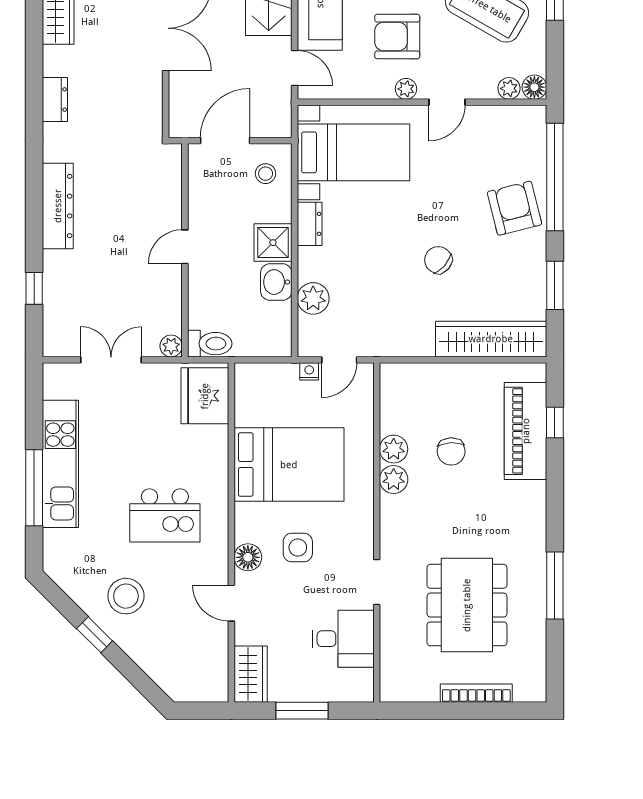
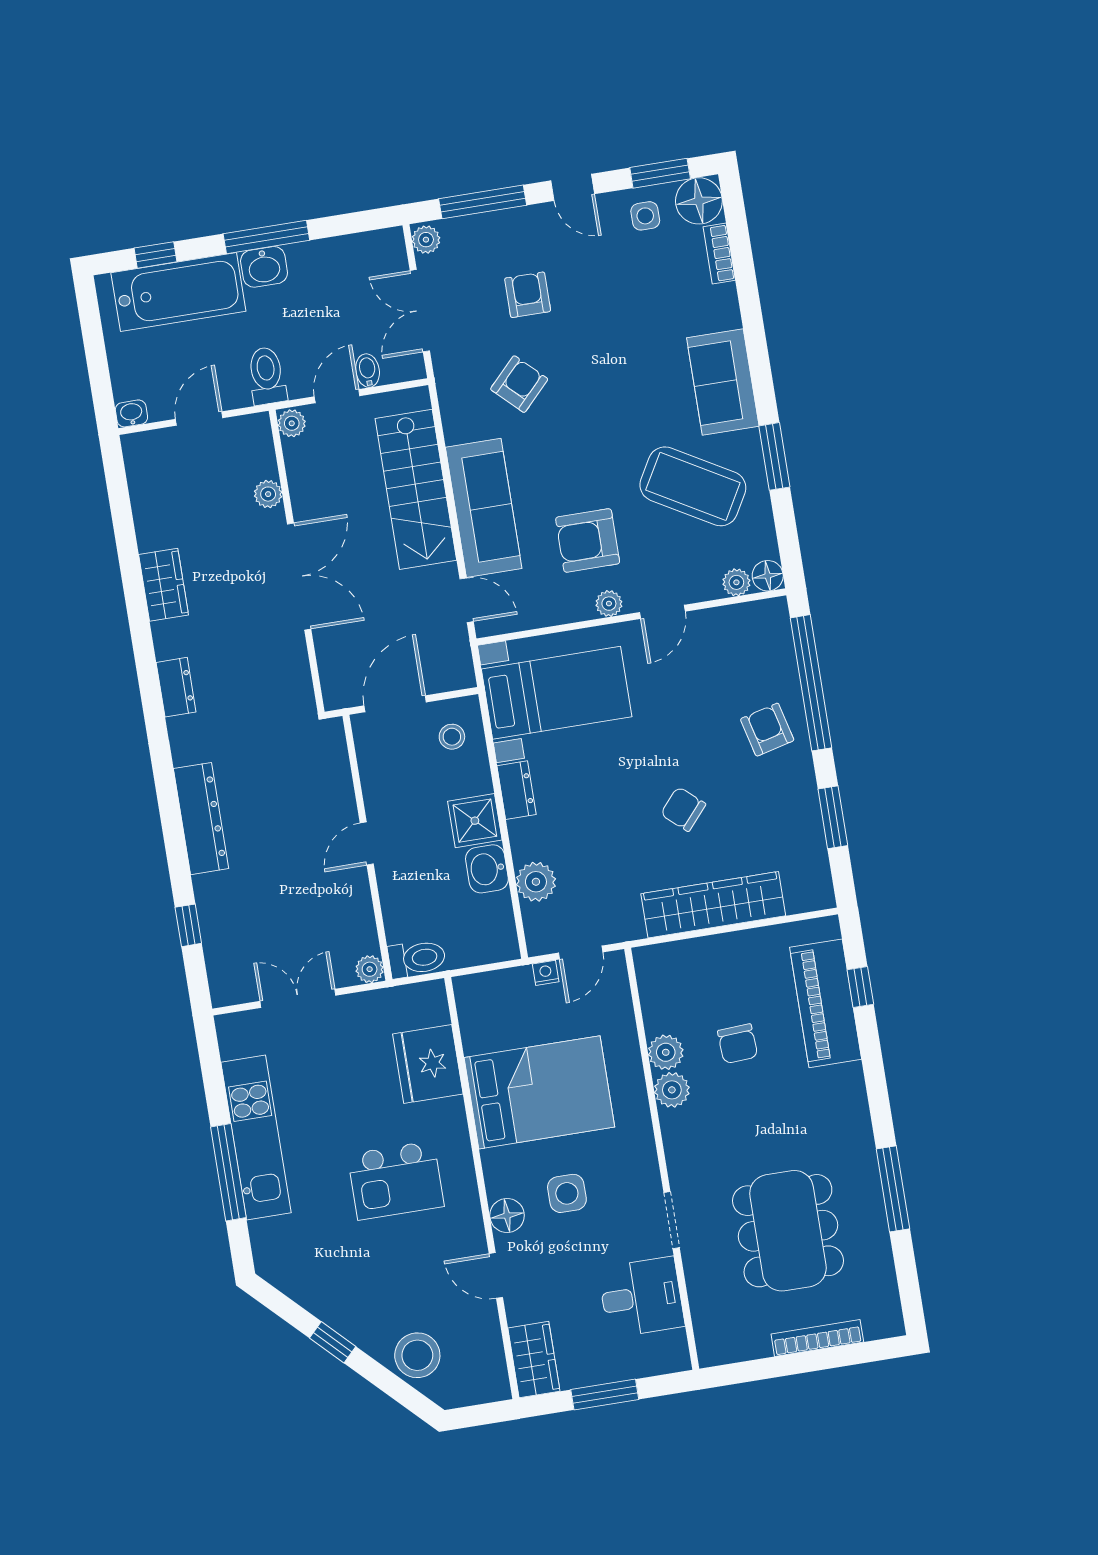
armchair: (514, 208) -> (767, 730), width x0.72, depth x0.72
wardrobe: (491, 339) -> (713, 905), moved
fridge: (205, 396) -> (428, 1064), moved
stool: (126, 596) -> (417, 1355), moved

